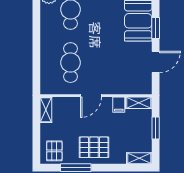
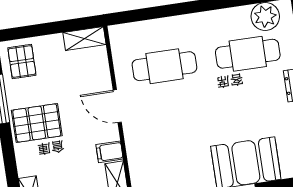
pallet: (94, 147) -> (37, 123), turned 90
pallet: (54, 151) -> (22, 62), turned 90

